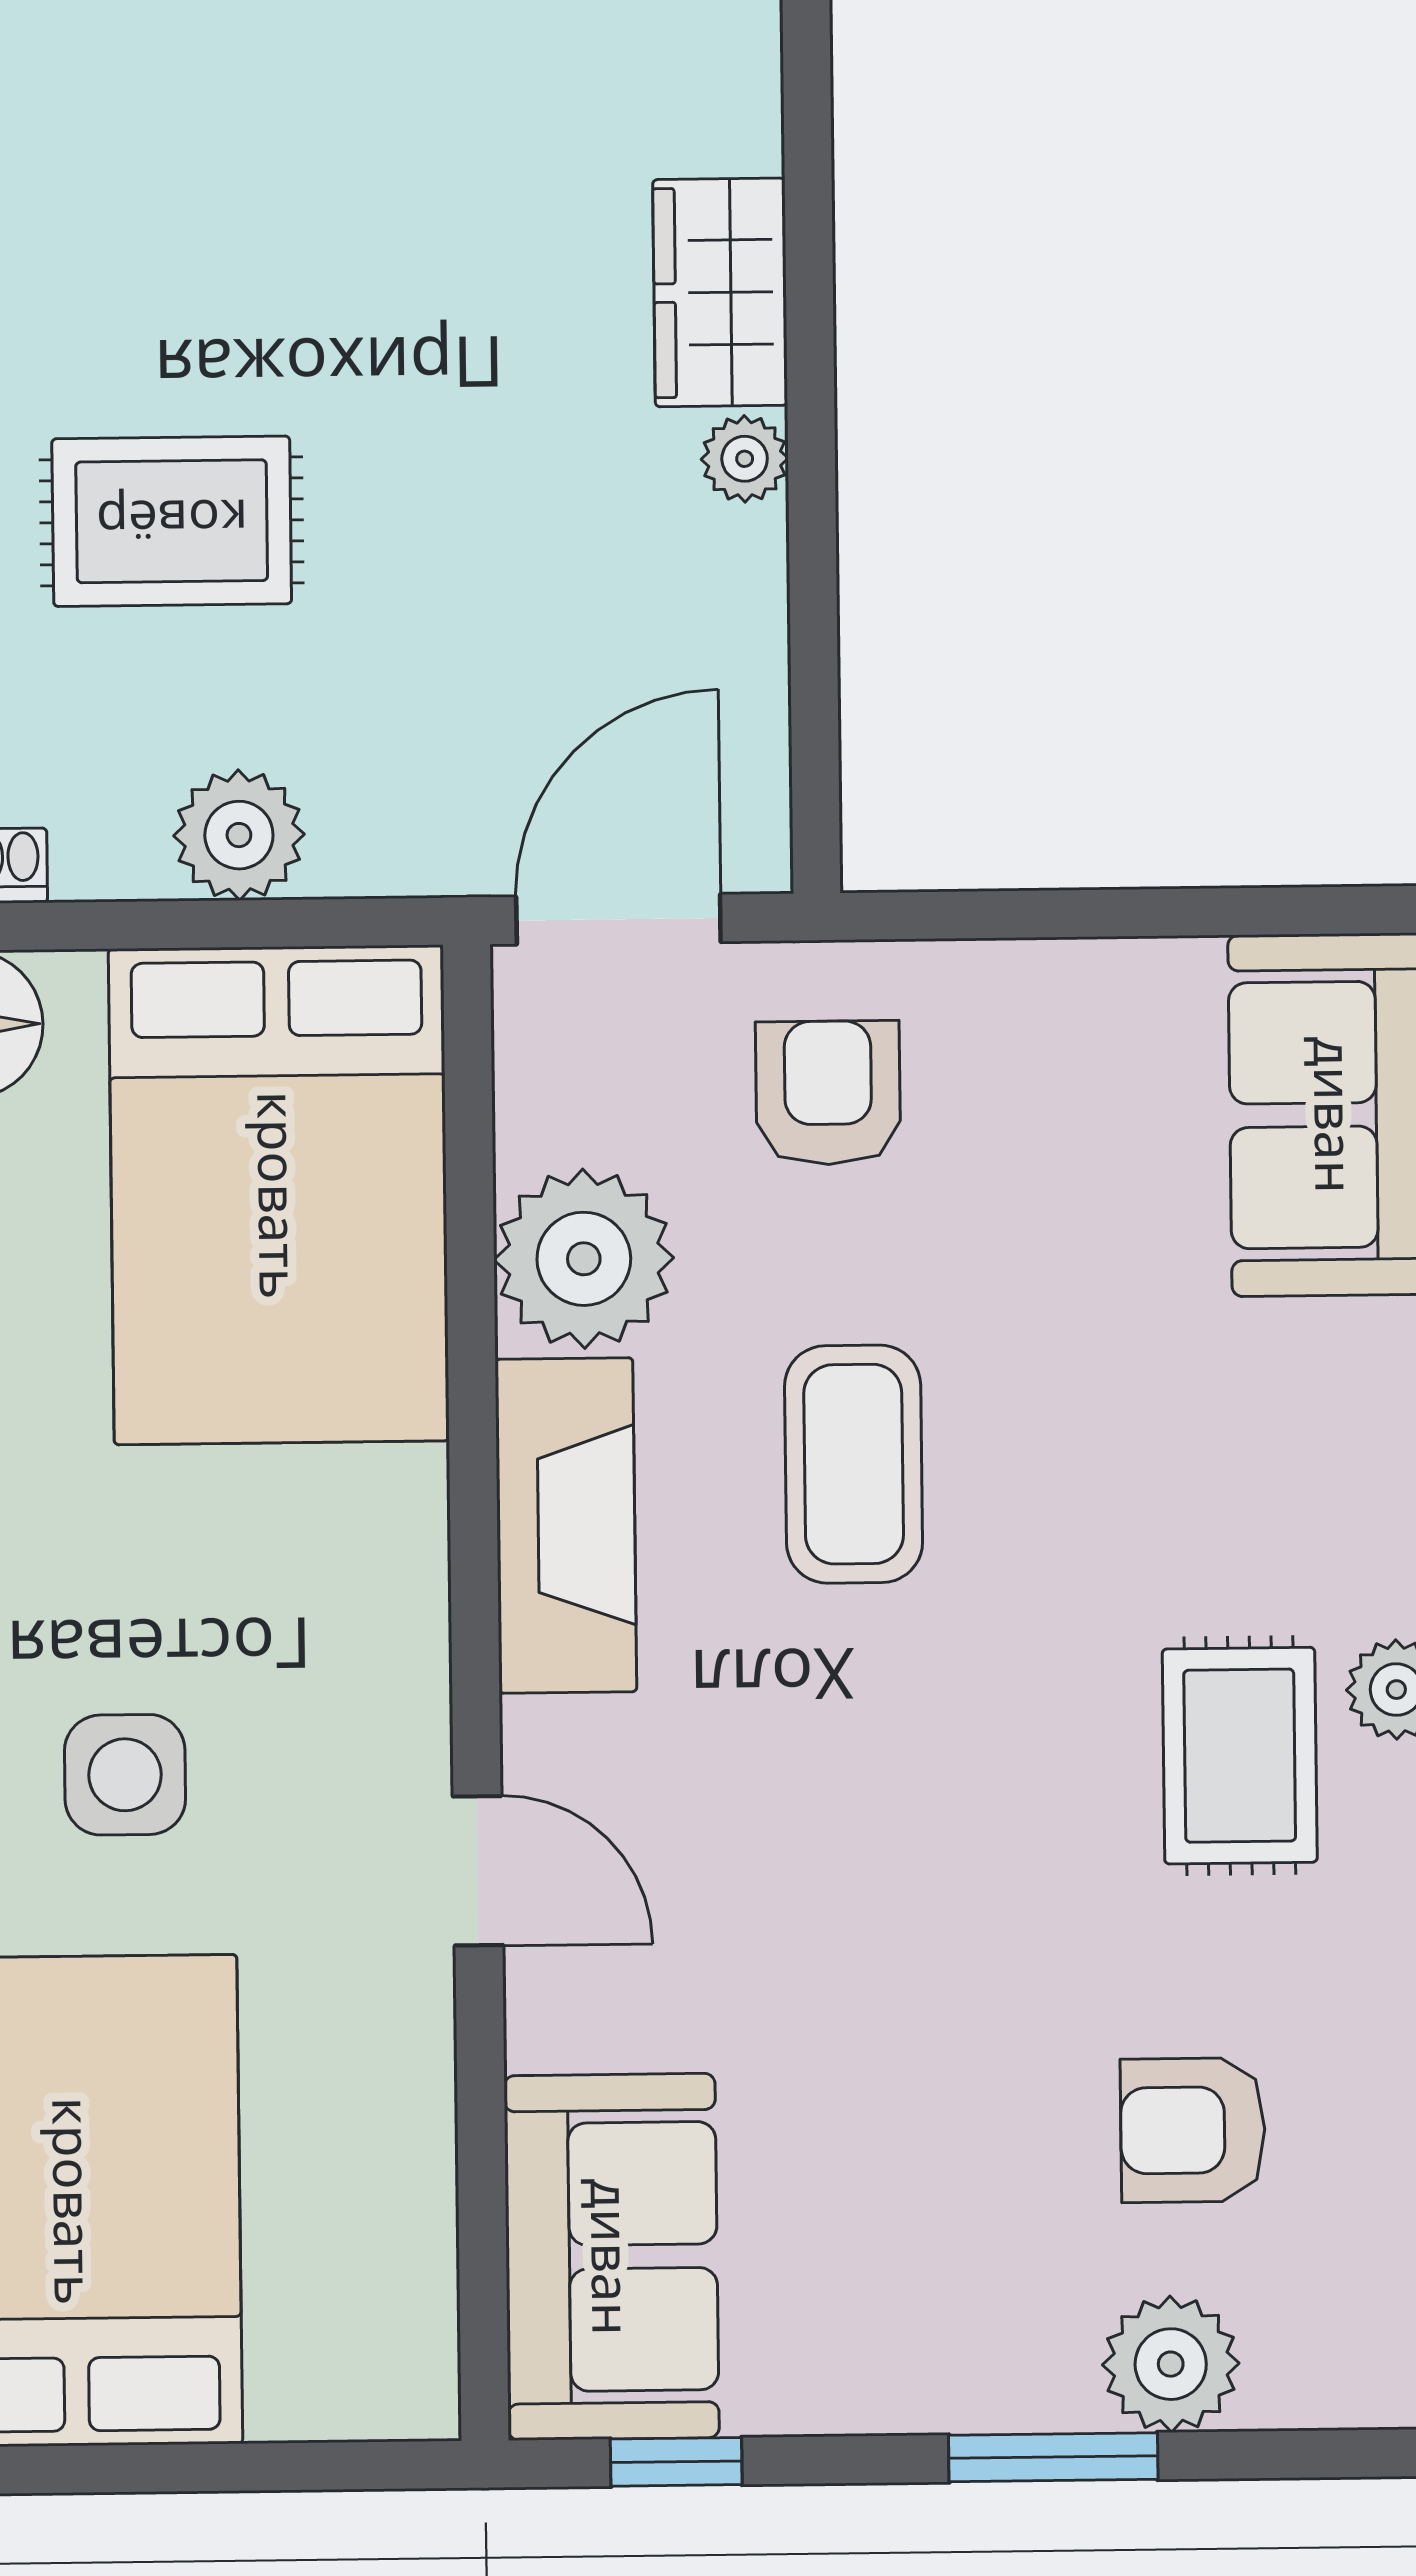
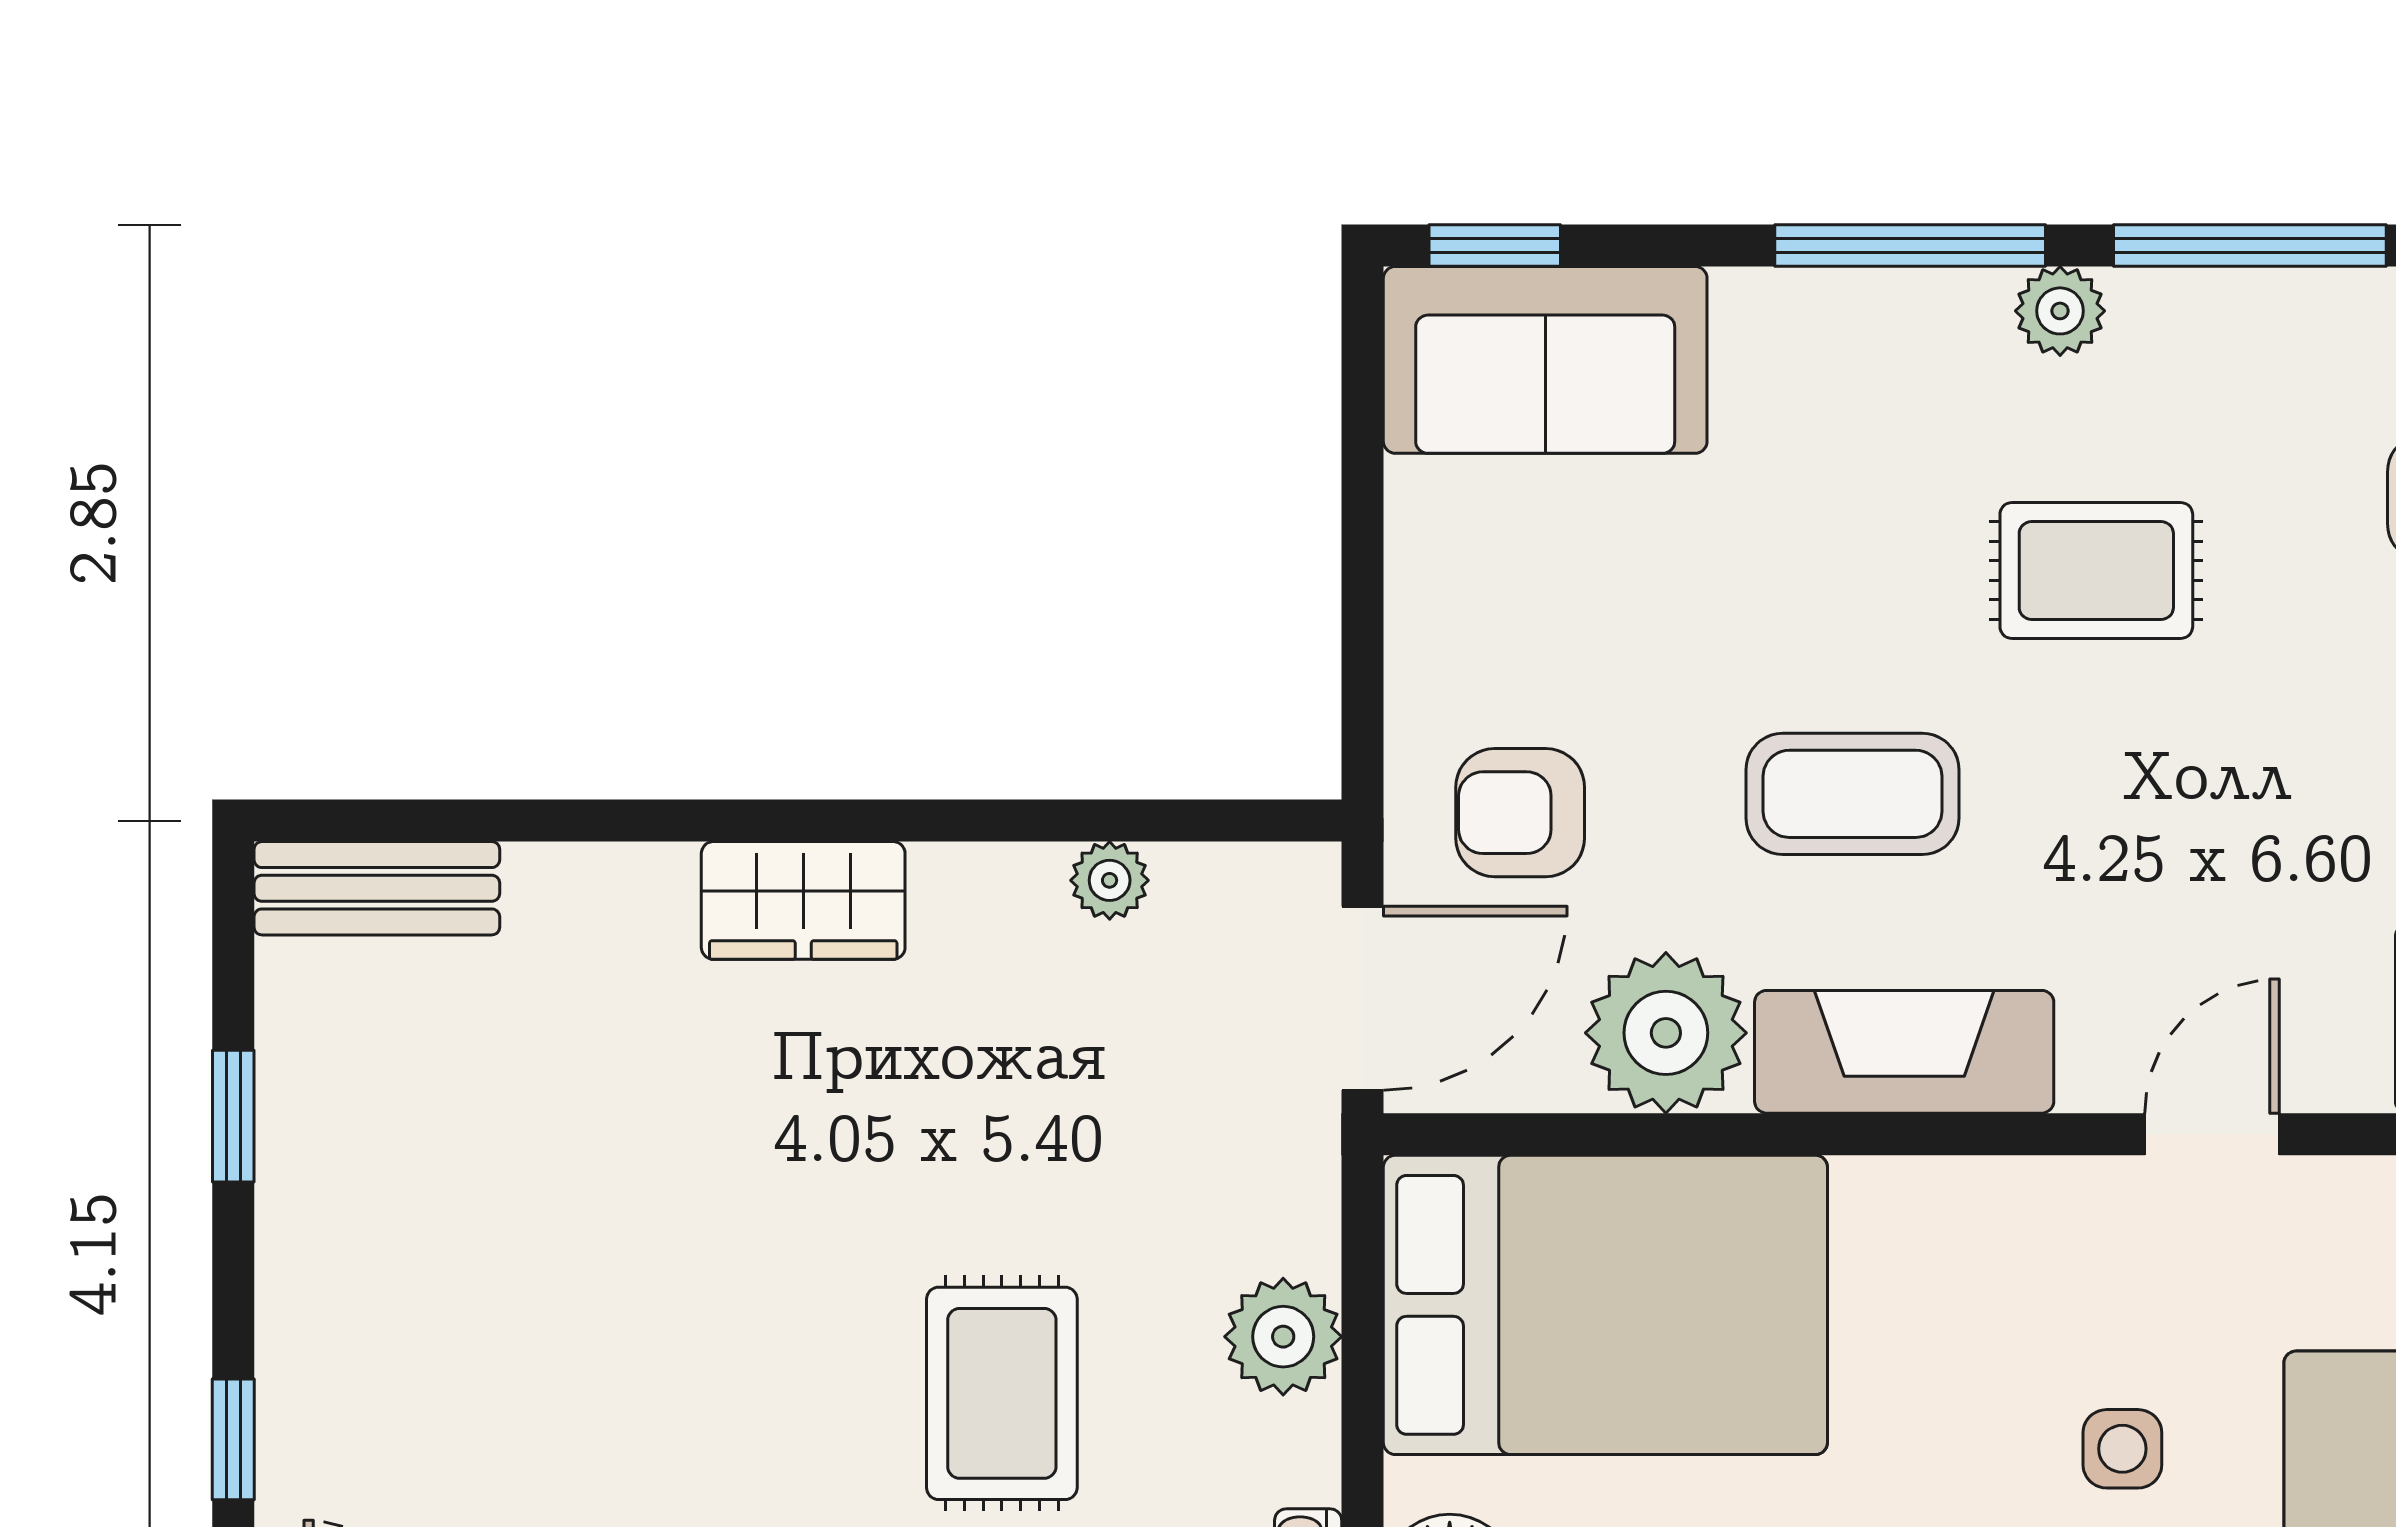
plant: (745, 459) -> (1110, 880), moved
door: (618, 919) -> (1363, 998), swing flipped
rug: (1240, 1756) -> (2096, 570), moved
side table: (125, 1775) -> (2122, 1449), width x0.73, depth x0.73

